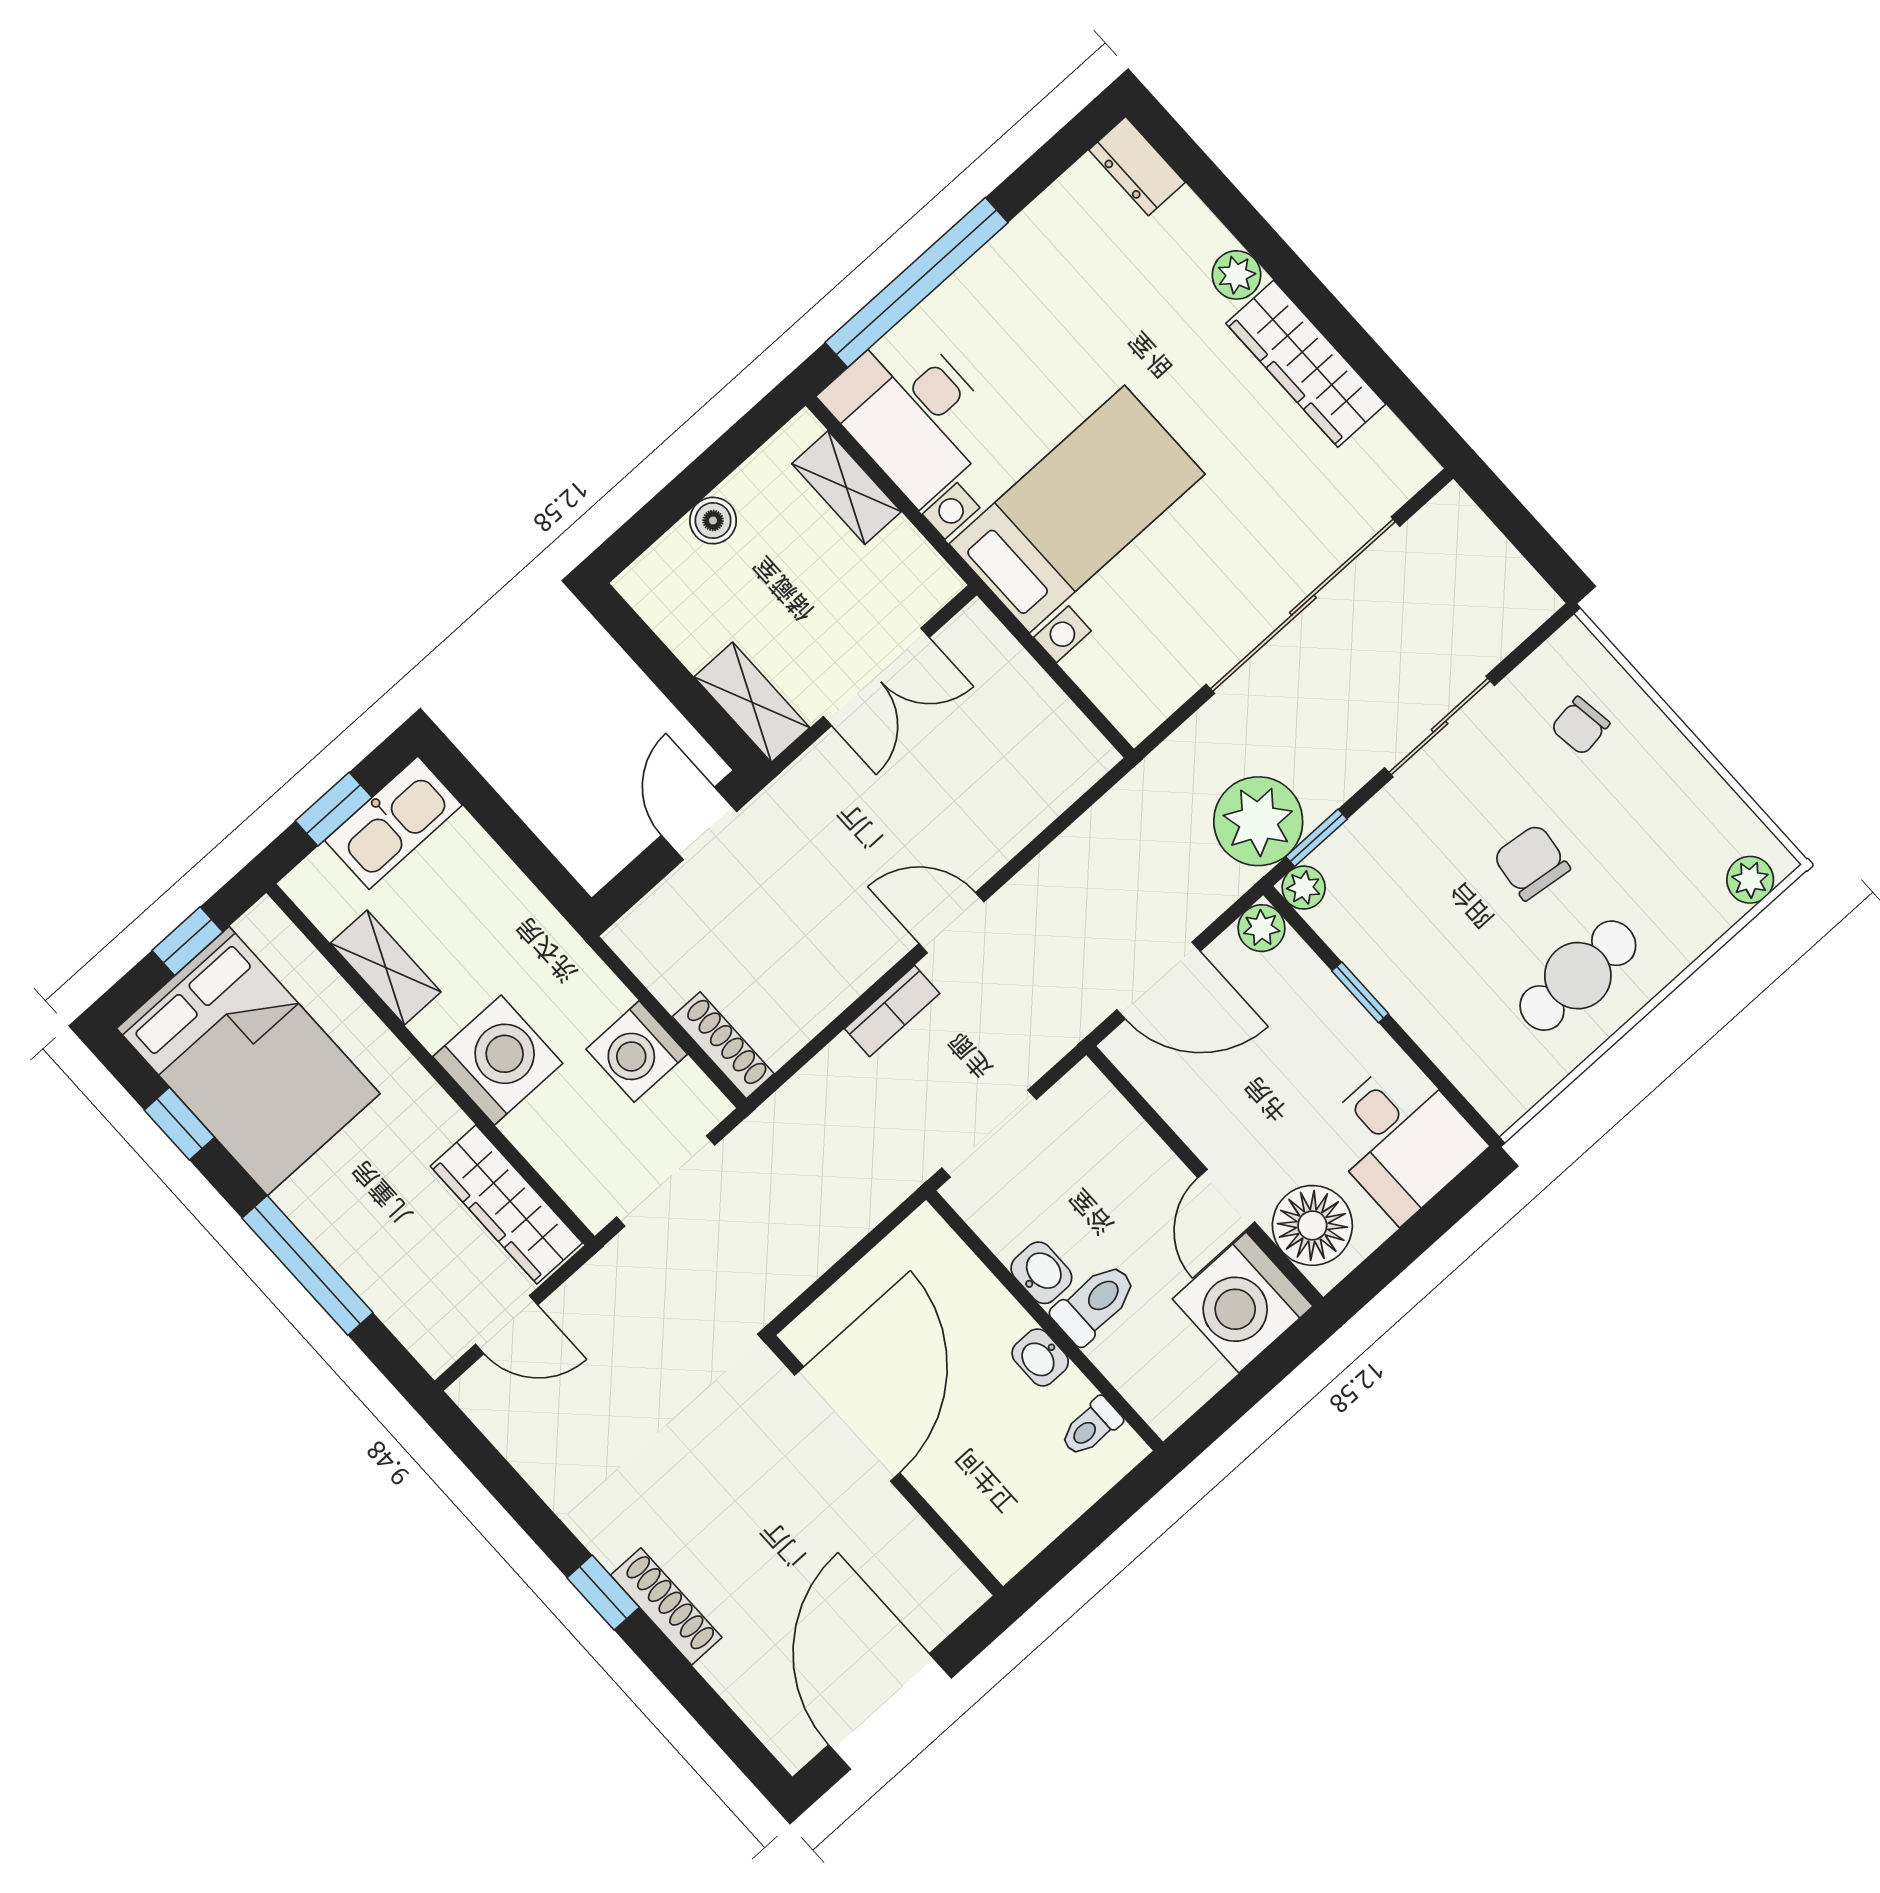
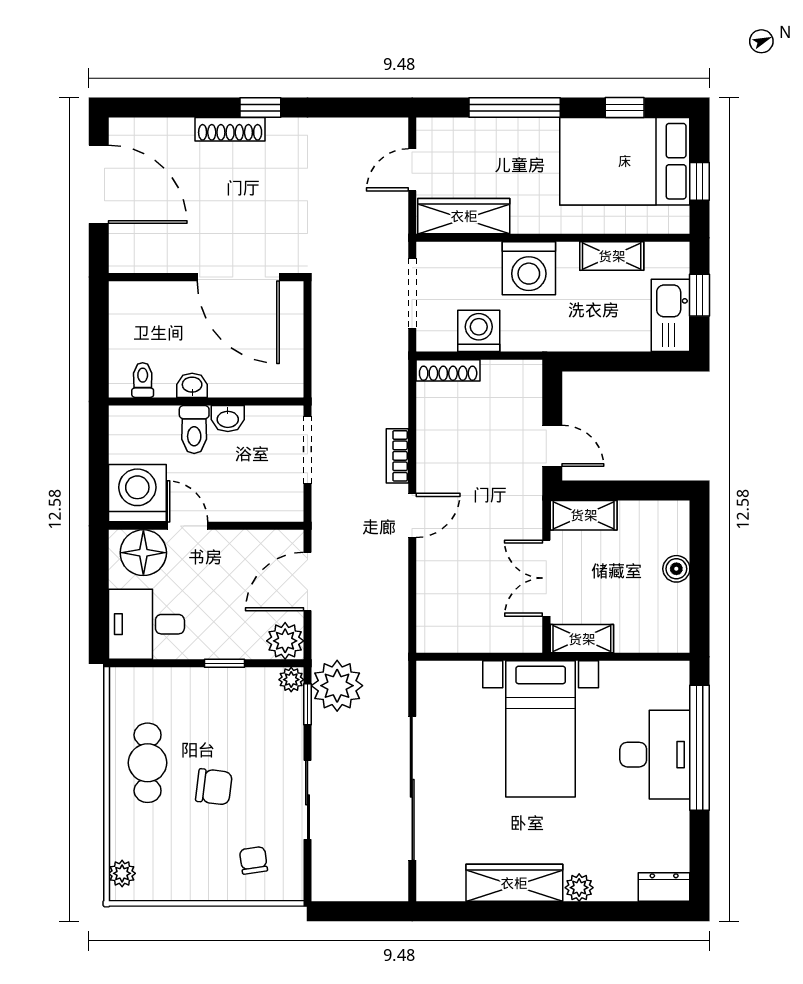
desk: (912, 413) -> (655, 755), moved, turned 90
shelving: (847, 488) -> (582, 639), moved
plant: (1261, 928) -> (285, 641), width x1.38, depth x1.38

